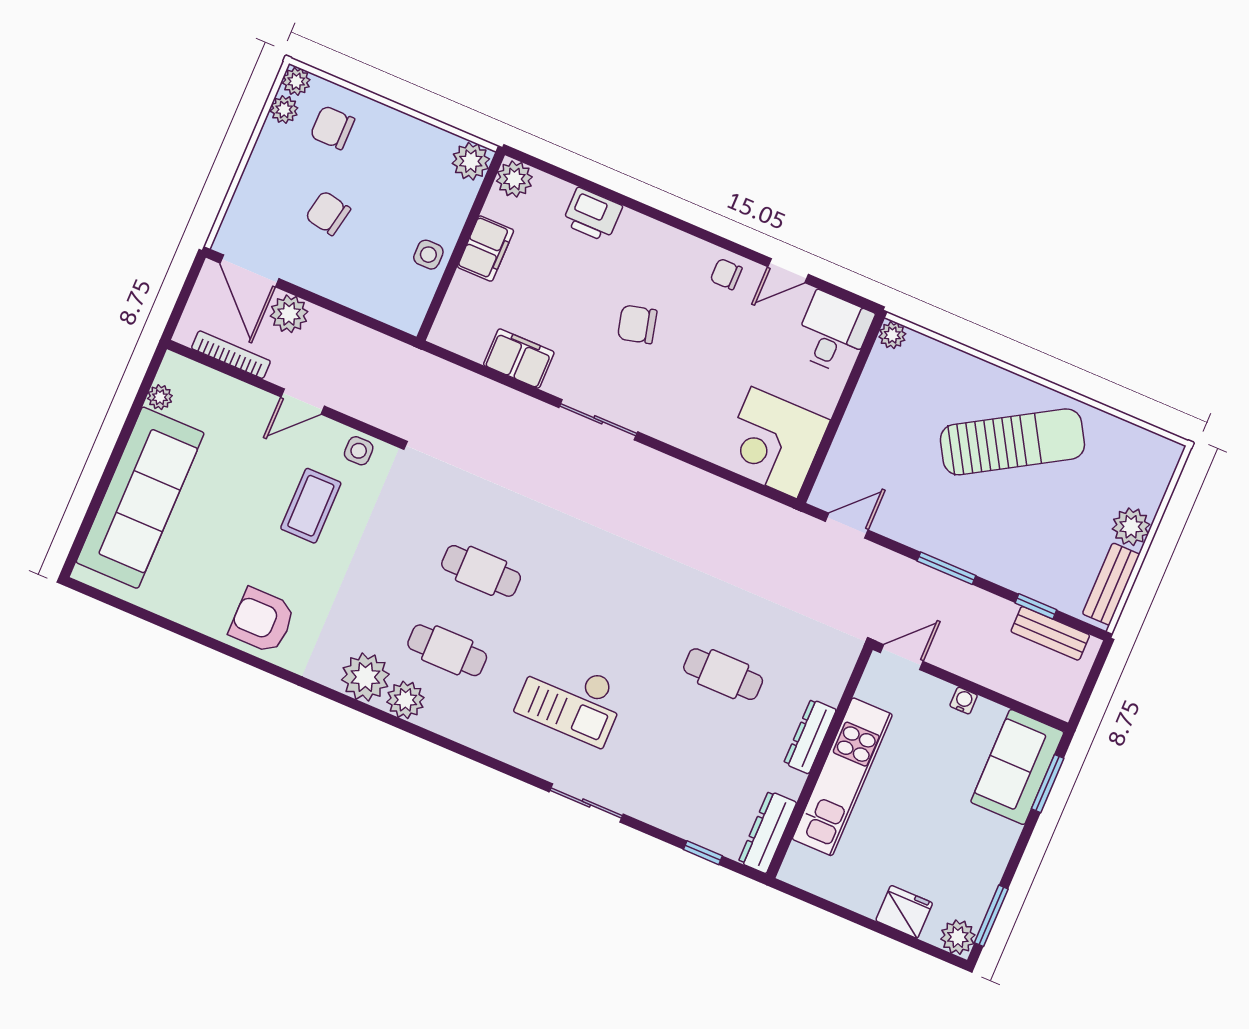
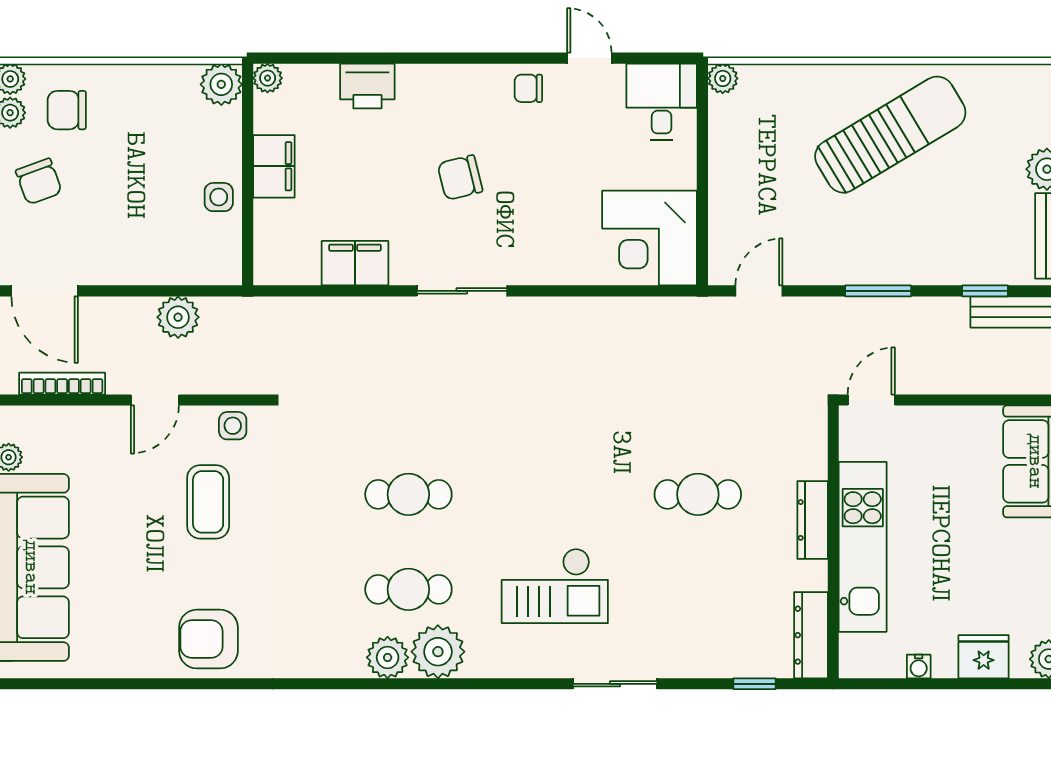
plant: (514, 179) -> (268, 78), width x0.73, depth x0.73
chair: (328, 213) -> (39, 181), moved, turned -121
door: (788, 271) -> (589, 58), swing flipped
plant: (289, 314) -> (178, 317), moved
plant: (365, 677) -> (438, 652), moved
water cooler: (964, 701) -> (919, 666), moved, turned 180

